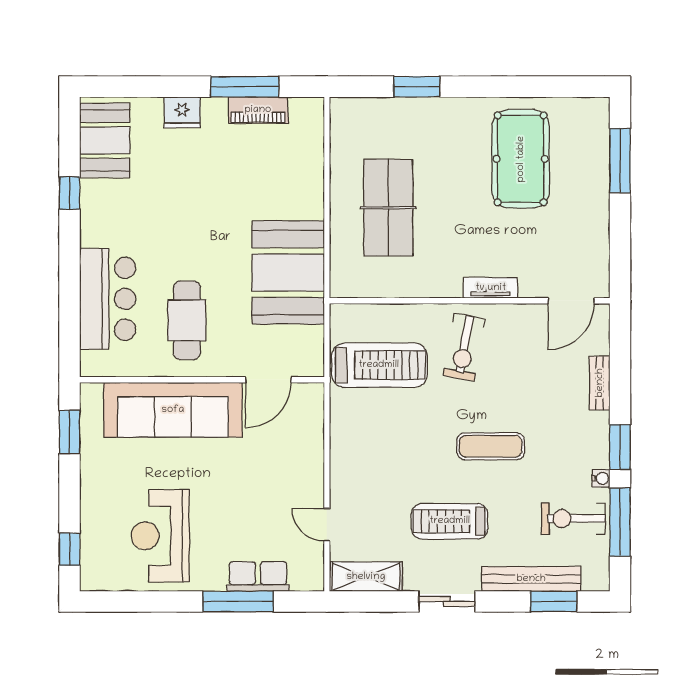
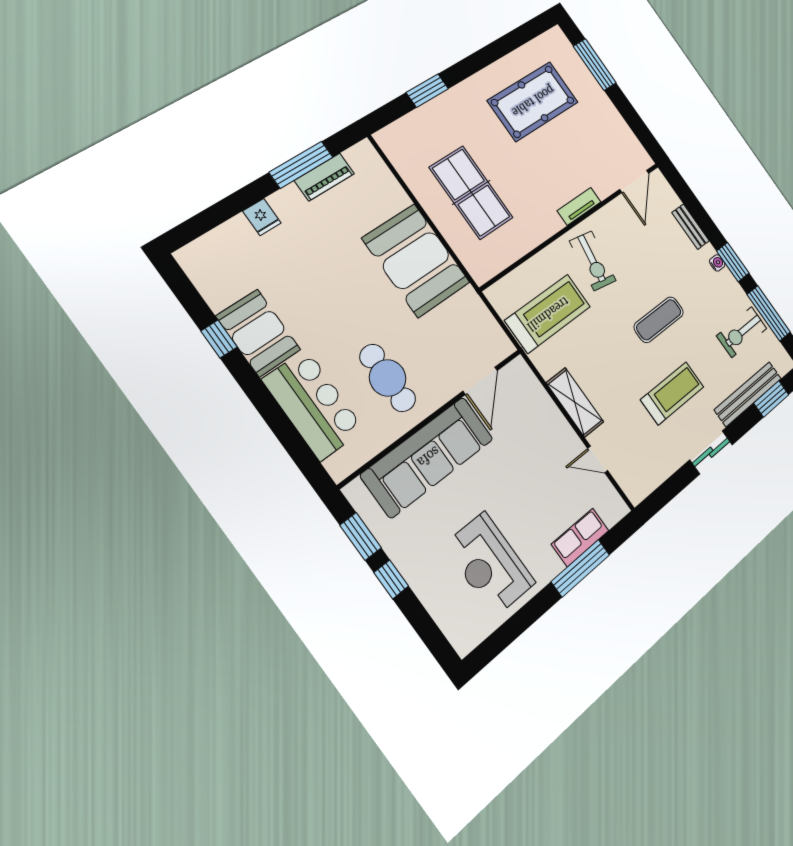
fridge: (182, 112) -> (262, 217), width x0.72
booth: (105, 140) -> (258, 333), moved
pool table: (521, 159) -> (533, 101), turned 90
booth: (288, 273) -> (416, 260), moved
water cooler: (601, 478) -> (717, 263), moved
treadmill: (450, 521) -> (672, 393), turned 180
window: (70, 549) -> (391, 579), moved
shelving: (366, 577) -> (575, 402), moved, turned 90

